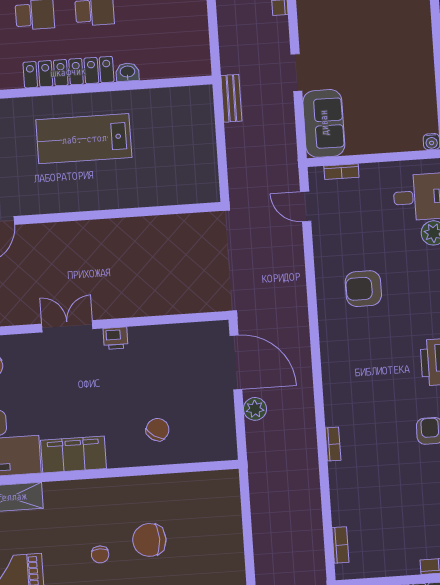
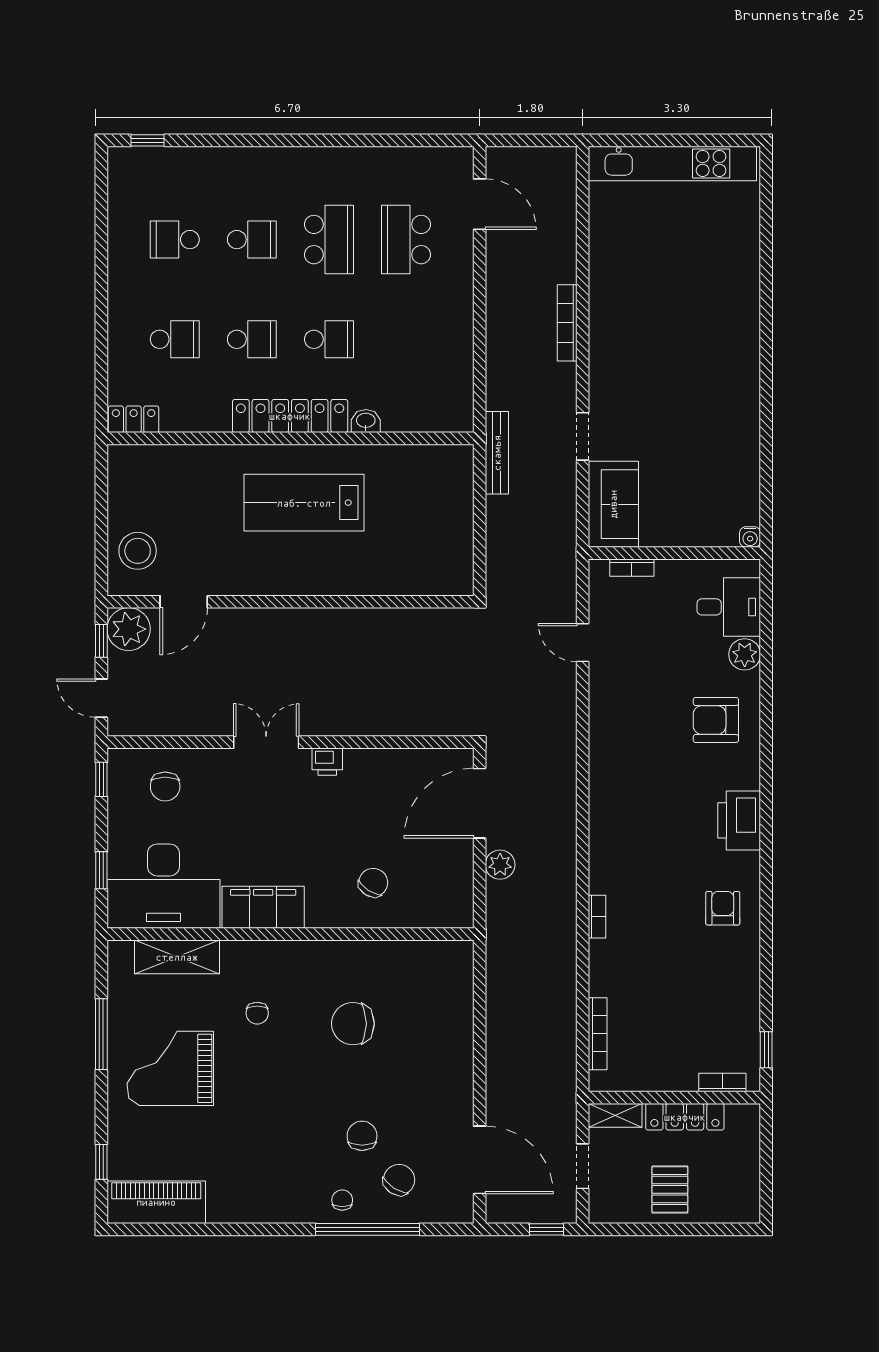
bench: (231, 98) -> (497, 453), width x1.36
door: (306, 207) -> (583, 643), moved
armchair: (363, 289) -> (716, 720), moved
door: (236, 362) -> (480, 803), swing flipped
bookcase: (340, 545) -> (598, 1034), width x1.56
chair: (100, 554) -> (257, 1013), moved

